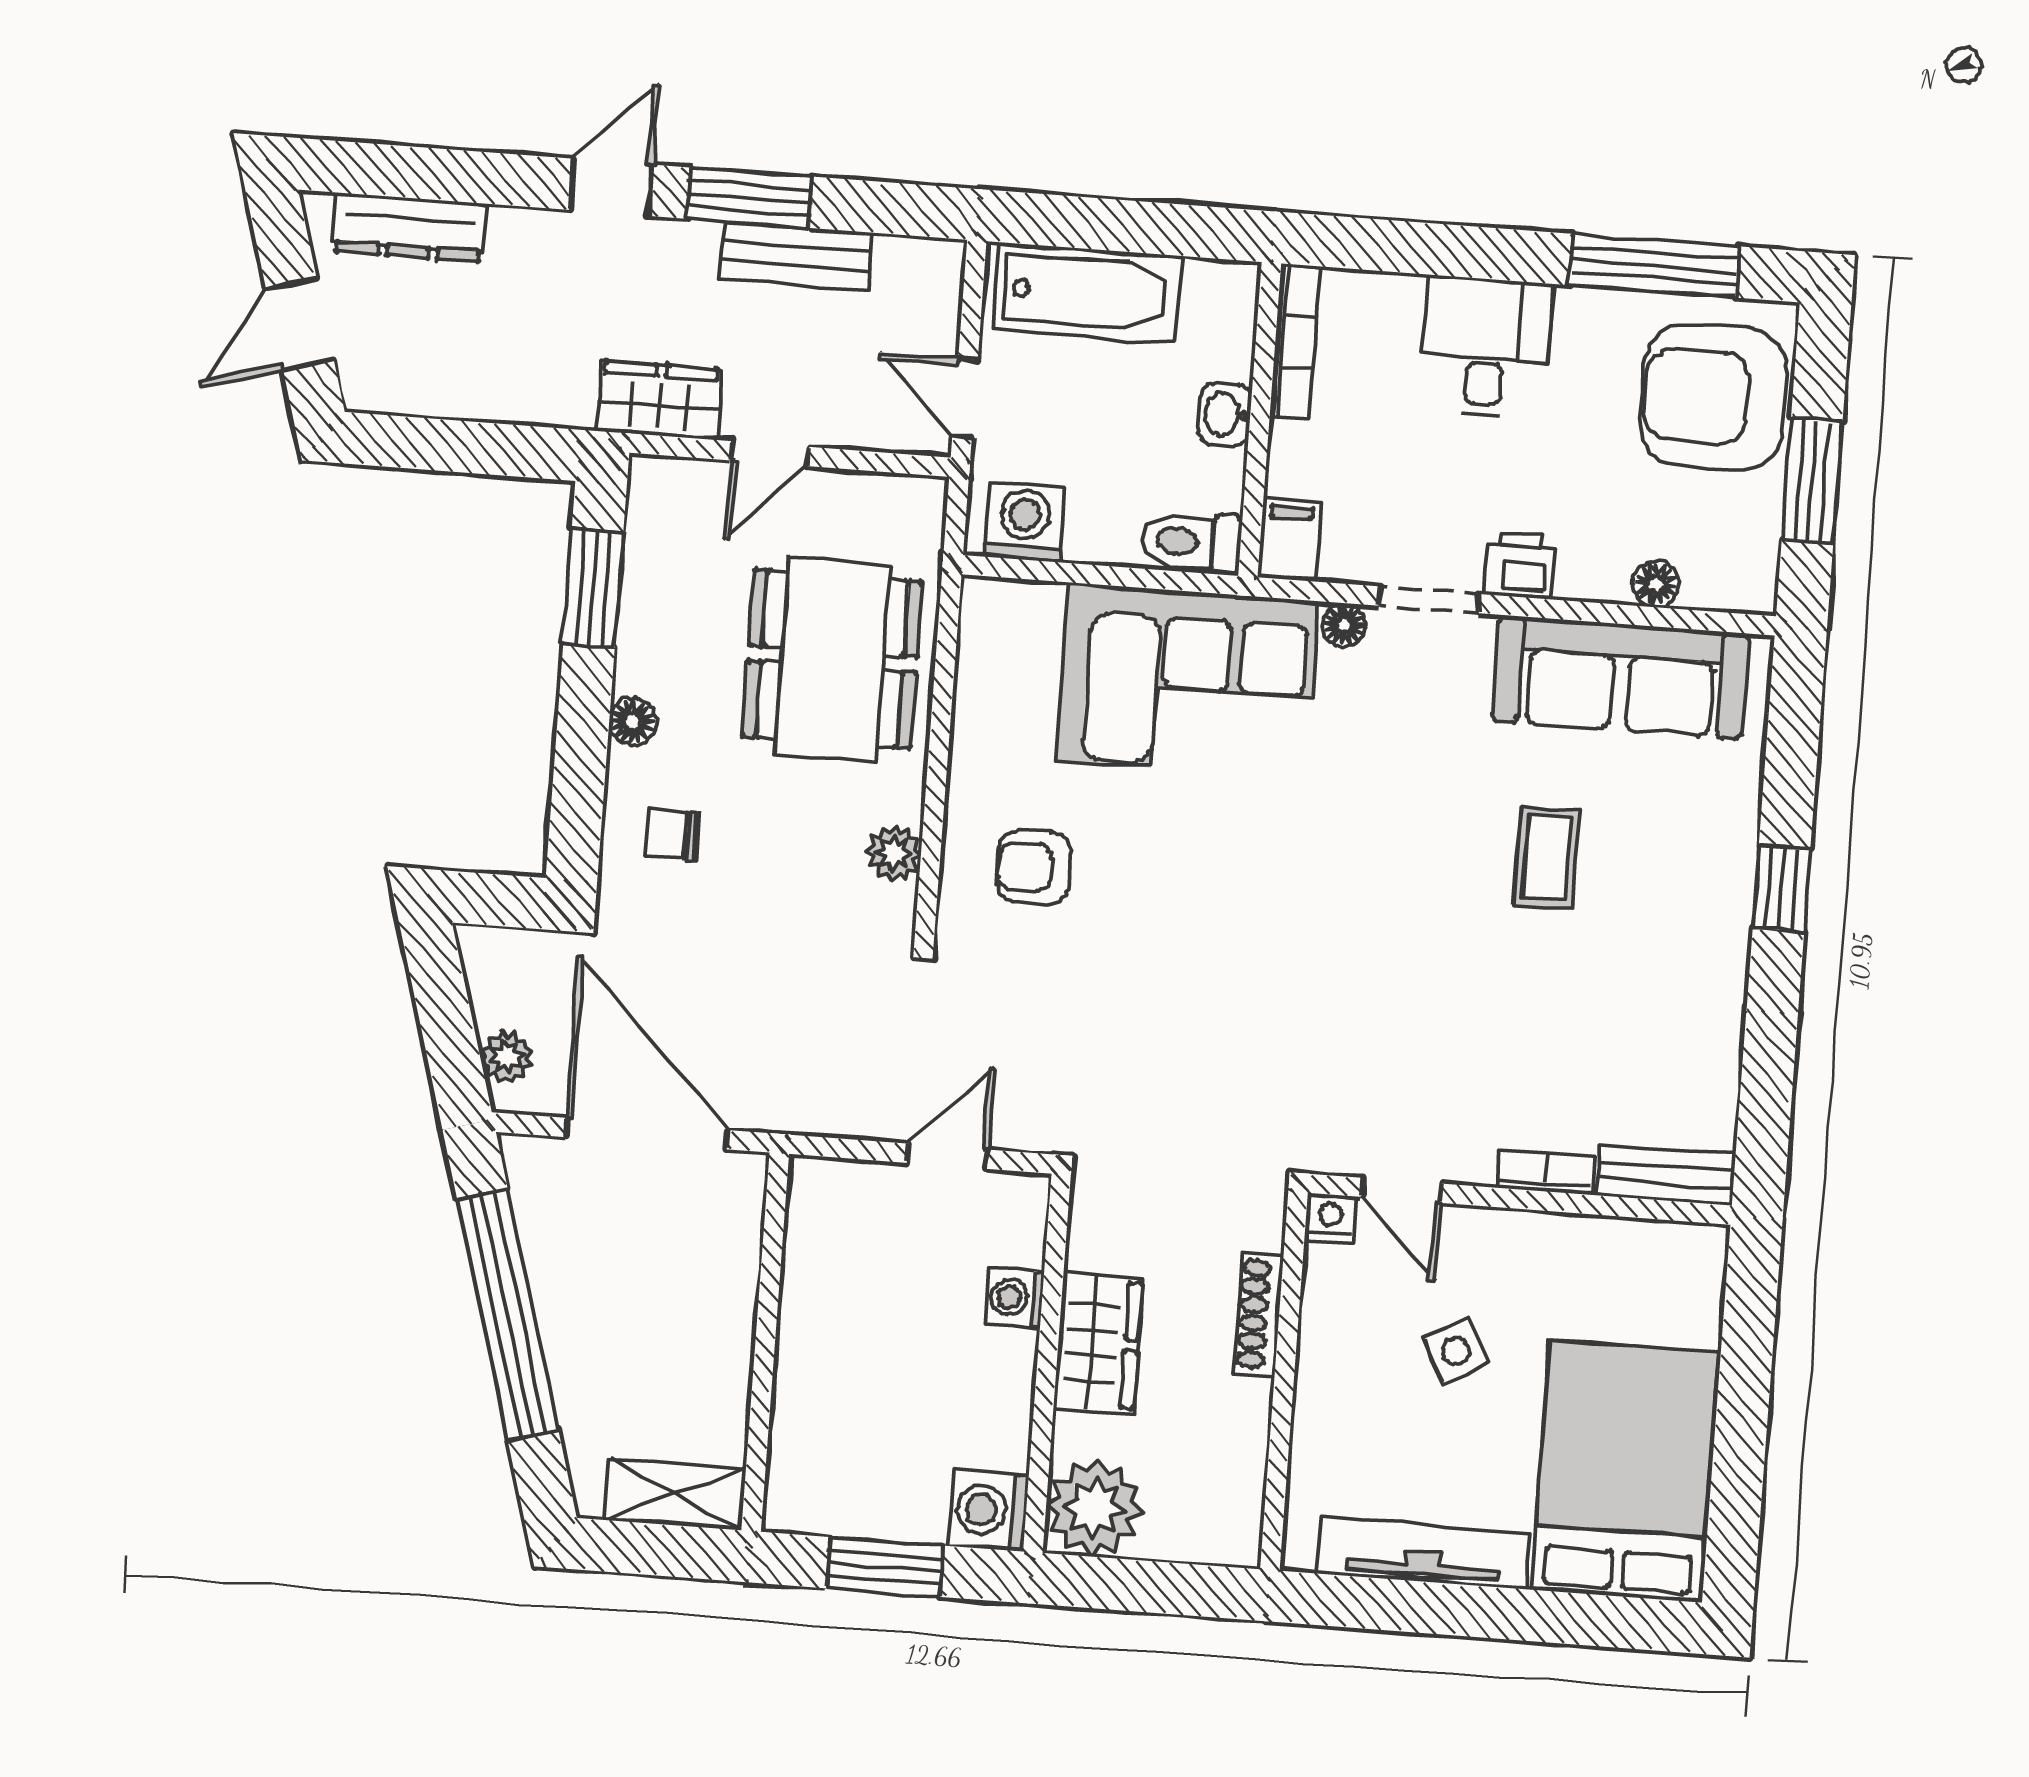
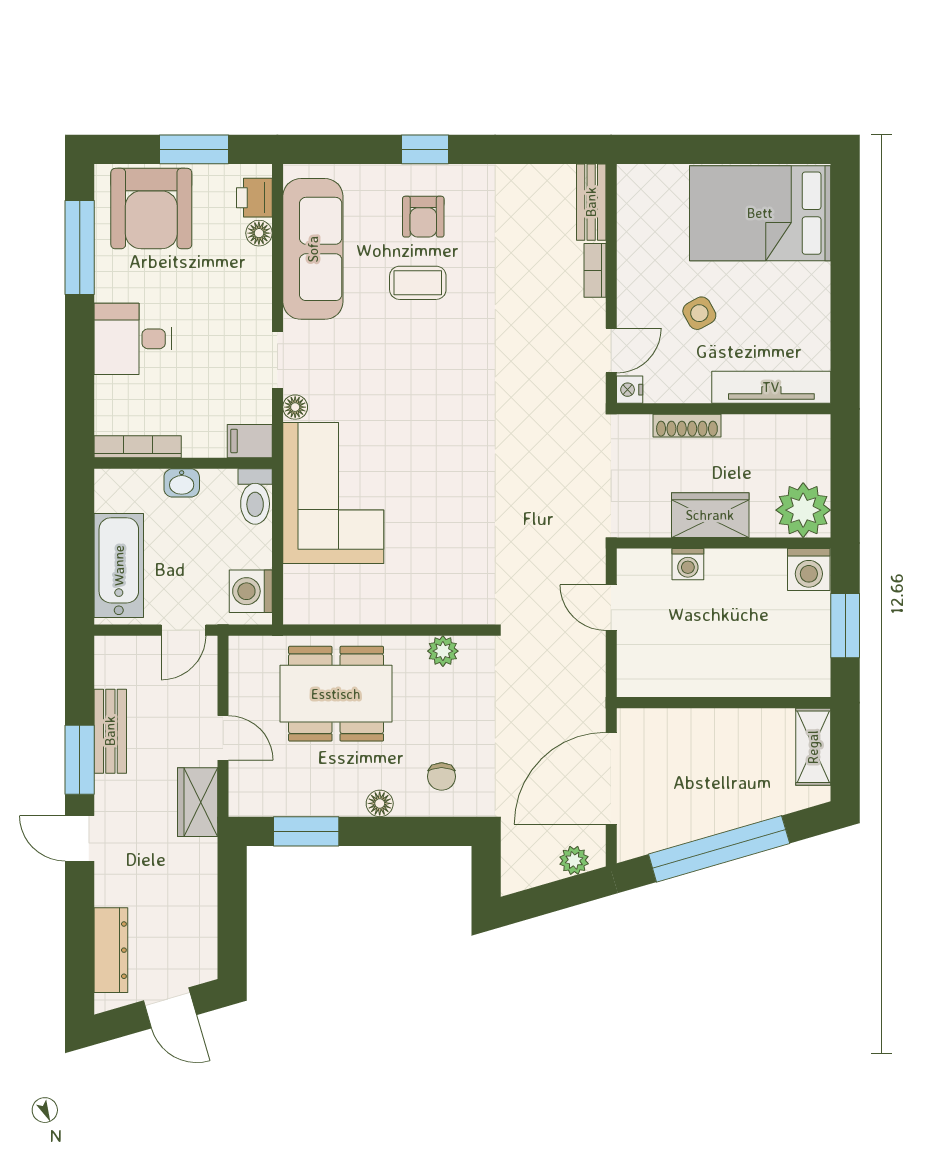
printer: (1519, 565) -> (254, 198), moved
armchair: (1034, 867) -> (423, 217), moved
tv unit: (1423, 1553) -> (771, 387), moved, turned 90

